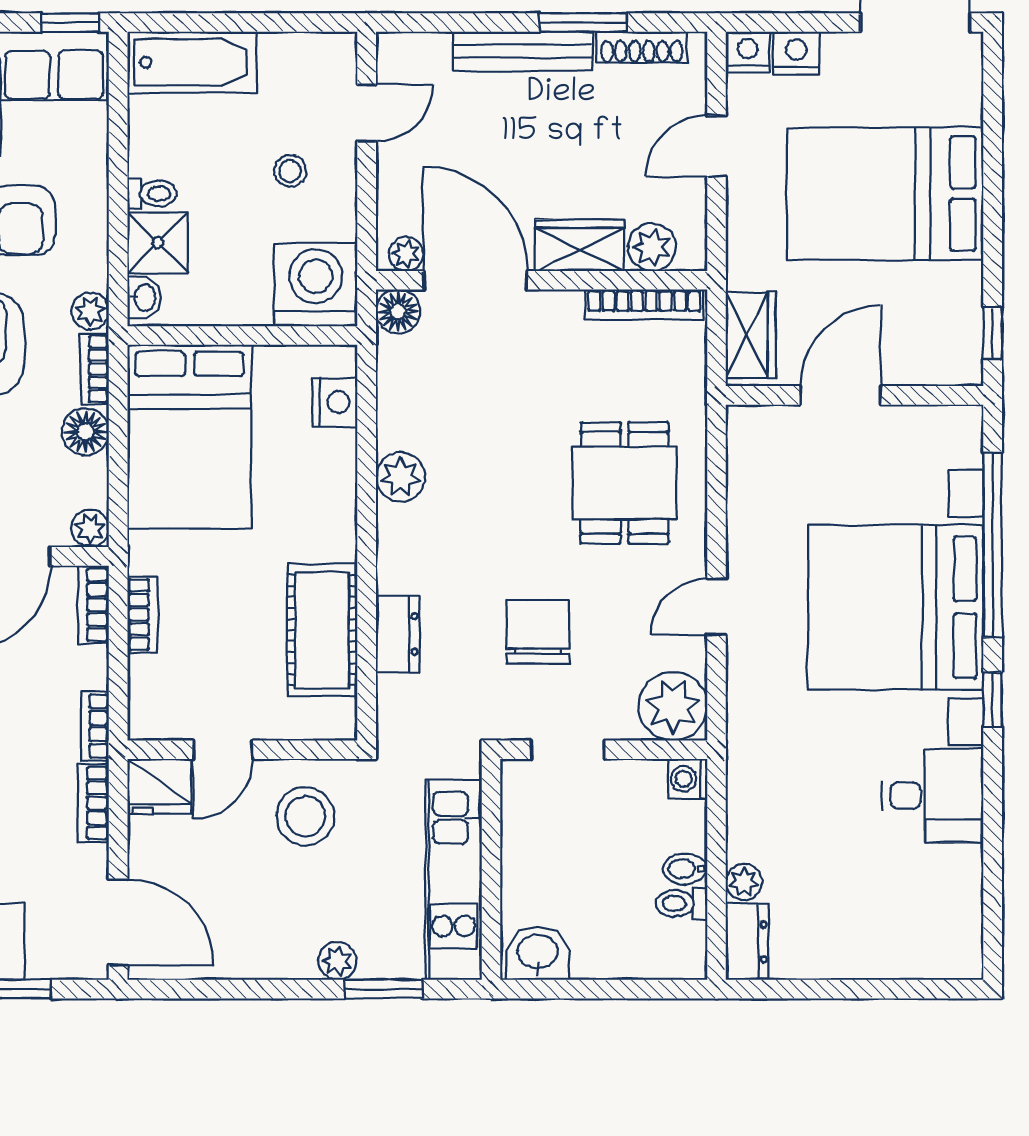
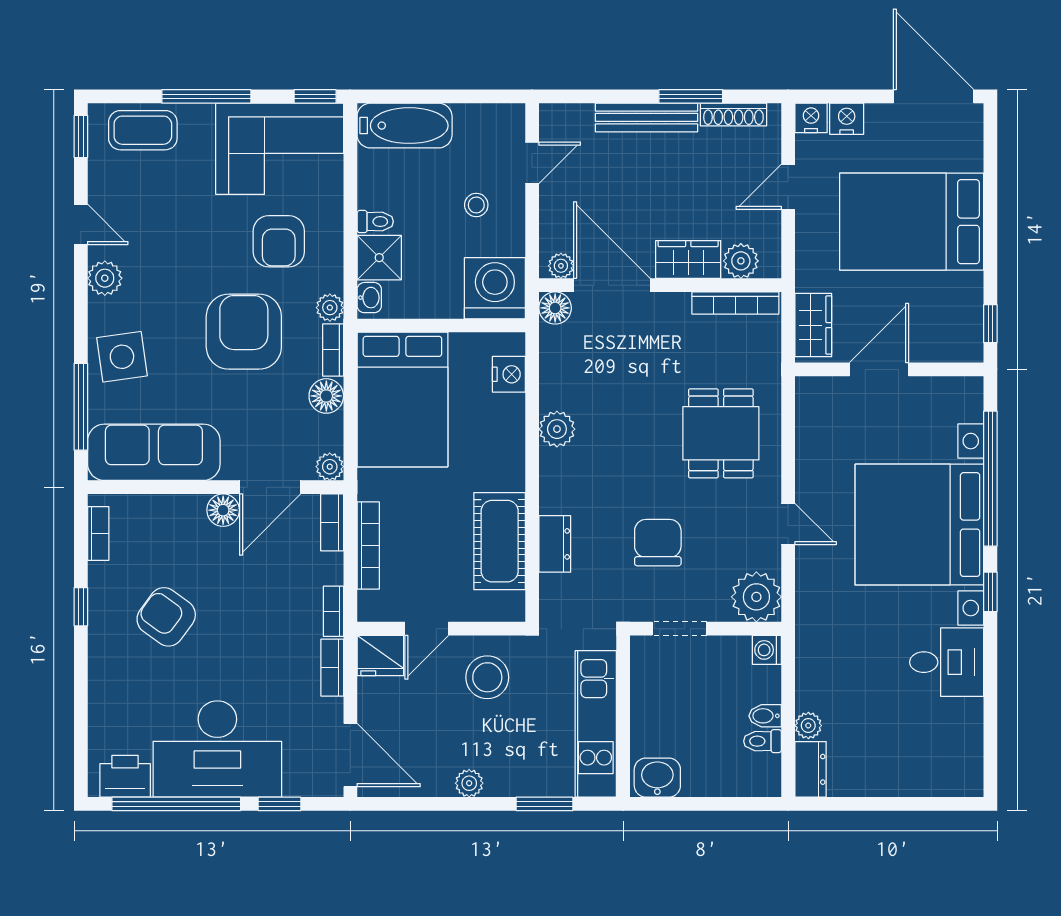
door: (716, 607) -> (788, 524), swing flipped
bookcase: (143, 615) -> (368, 545), width x1.56
plant: (337, 961) -> (469, 783), moved

